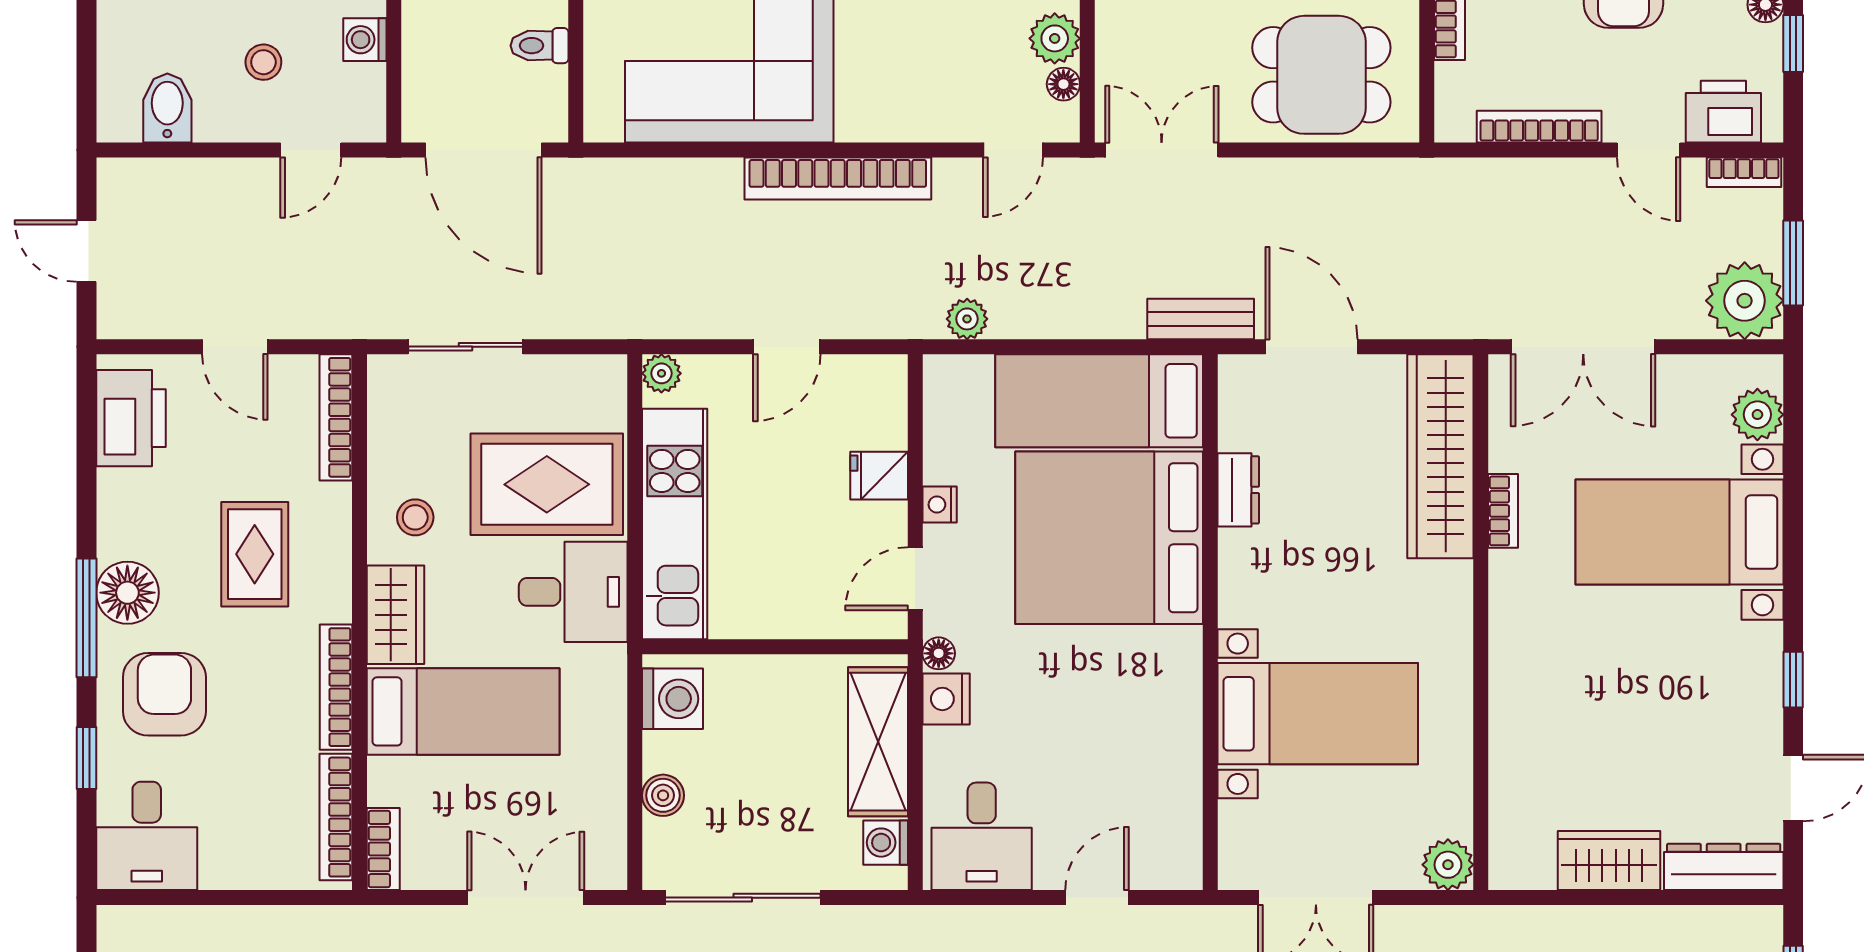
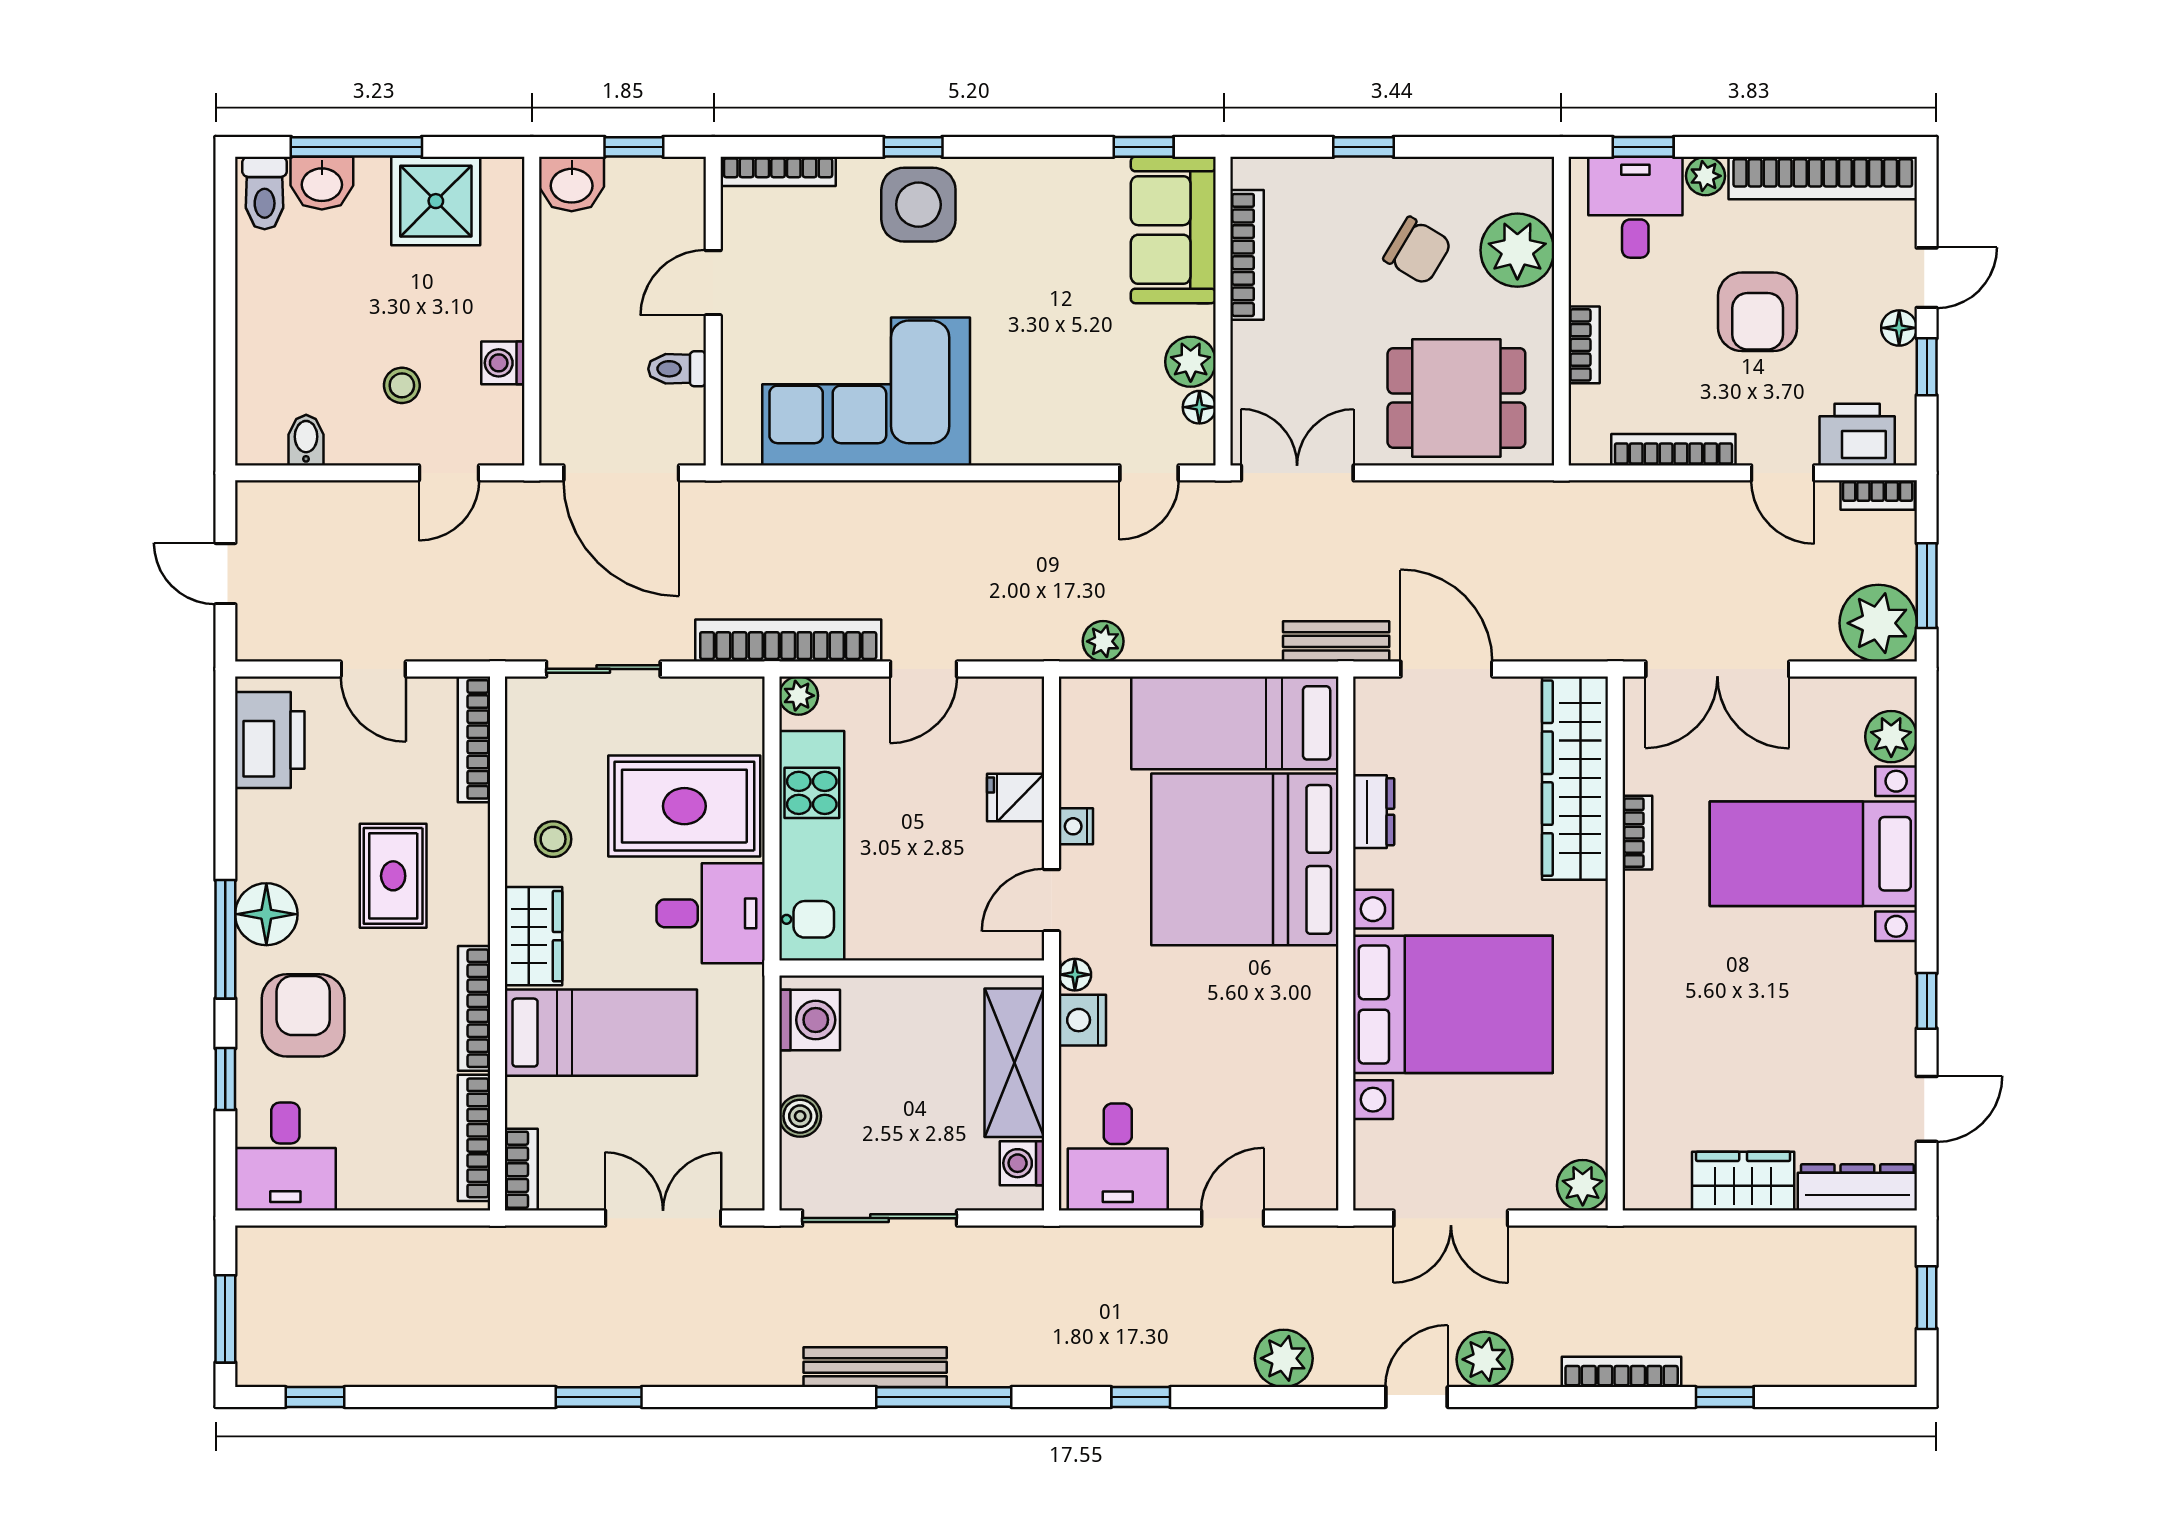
bidet: (167, 108) -> (306, 440), width x0.72, depth x0.74
bookcase: (838, 179) -> (788, 641), moved, turned 180
bed with nightstands: (1318, 714) -> (1453, 1004), width x1.36

